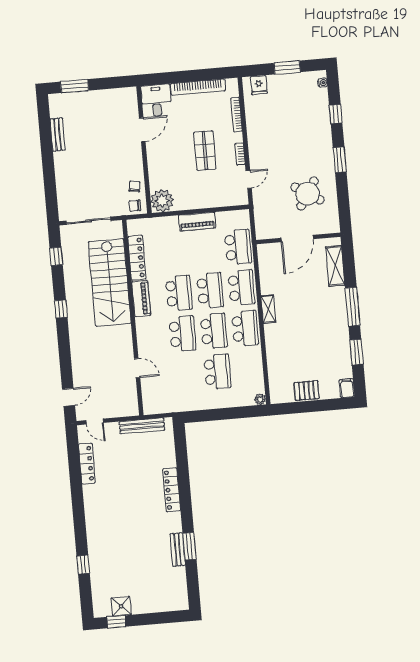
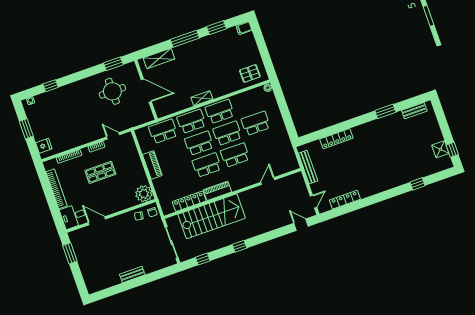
window: (74, 86) -> (70, 253), moved
bench: (58, 134) -> (132, 274), moved
window: (340, 160) -> (113, 64), moved
round table: (308, 194) -> (112, 91), turned -32
pallet: (307, 391) -> (250, 73), moved, turned 90
locker: (172, 490) -> (336, 139), moved
bench: (178, 550) -> (414, 111), moved

